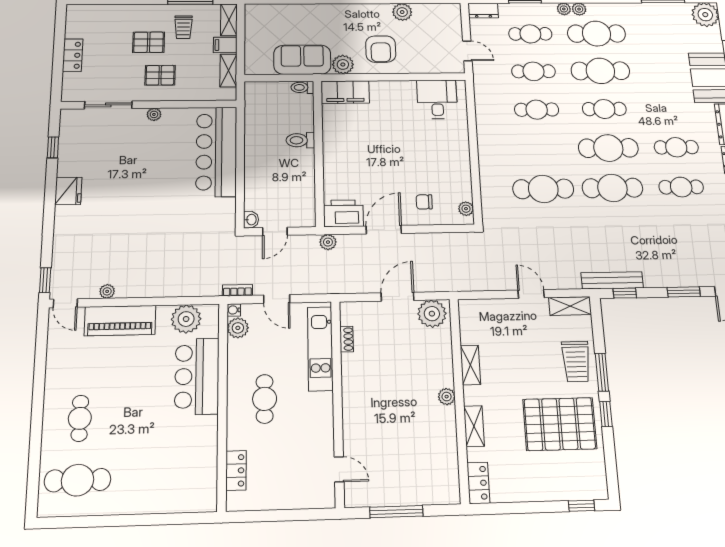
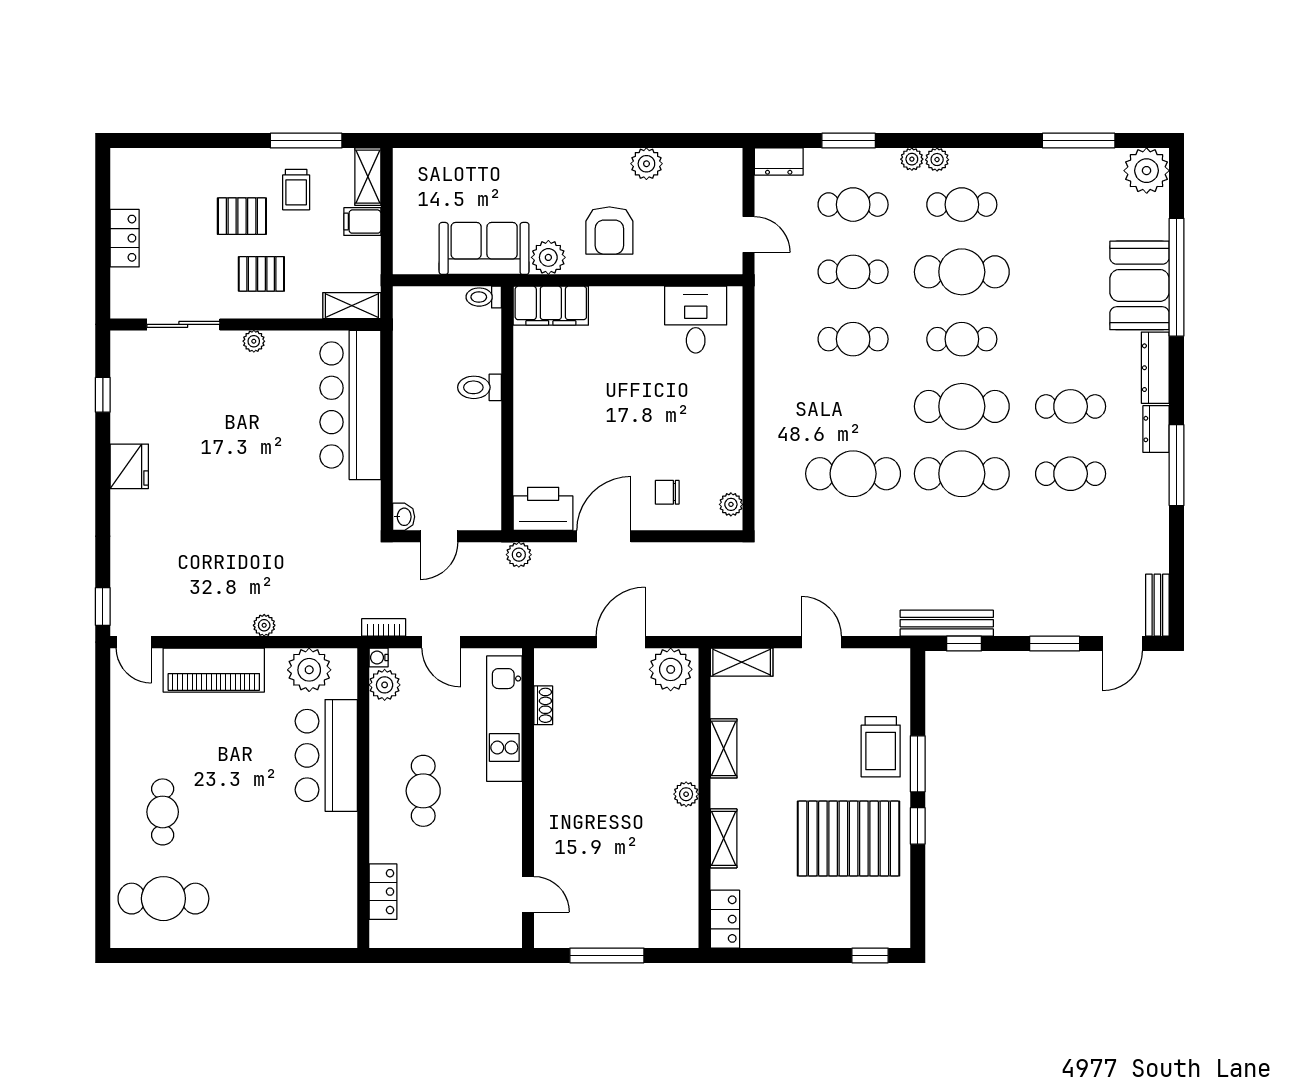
cafe table: (597, 34) -> (962, 205), width x0.73, depth x0.74
shelving: (228, 71) -> (352, 306), moved, turned 90
plant: (107, 291) -> (264, 625), moved
shelving: (570, 306) -> (742, 662), moved

